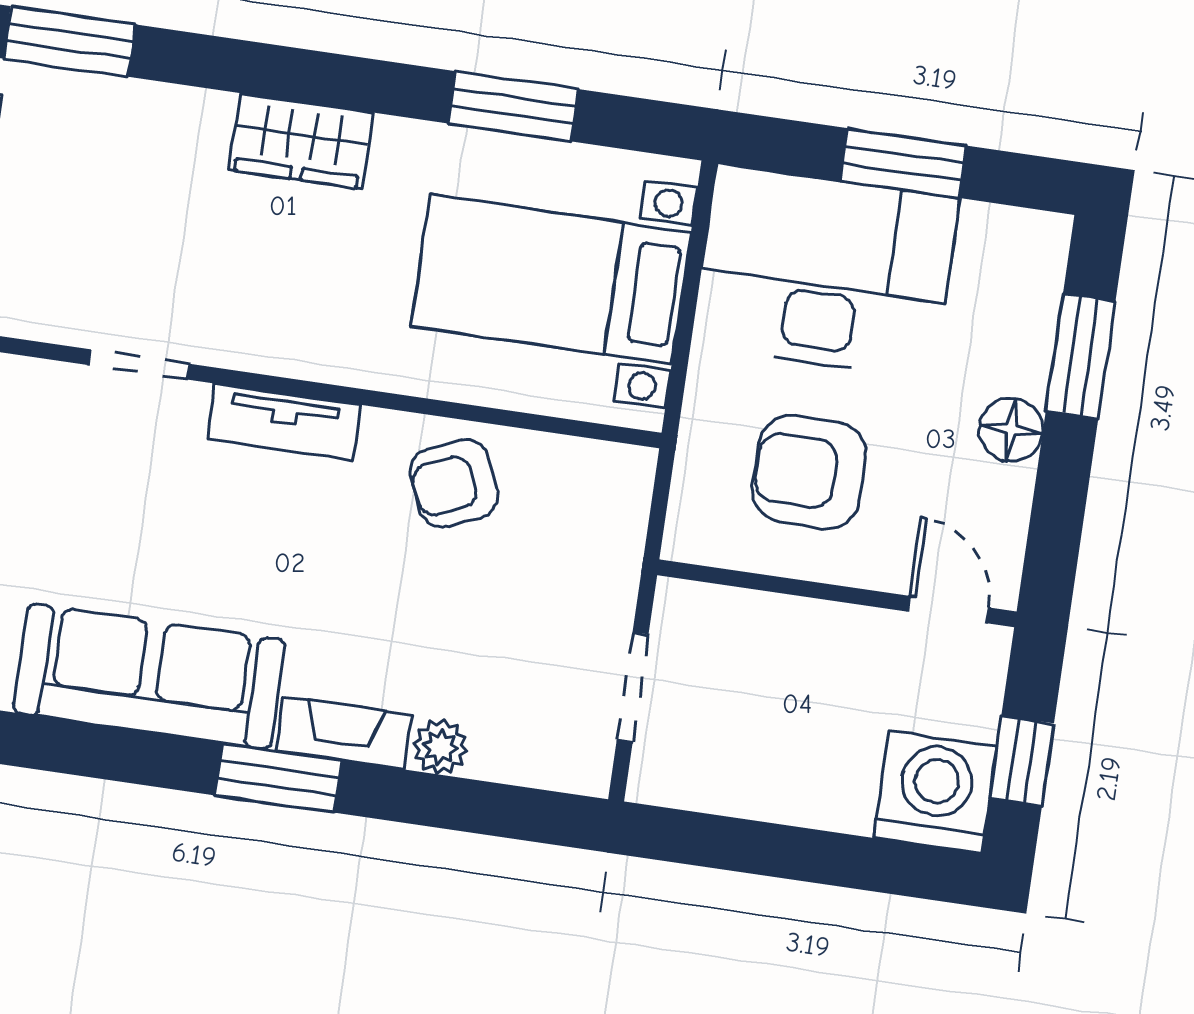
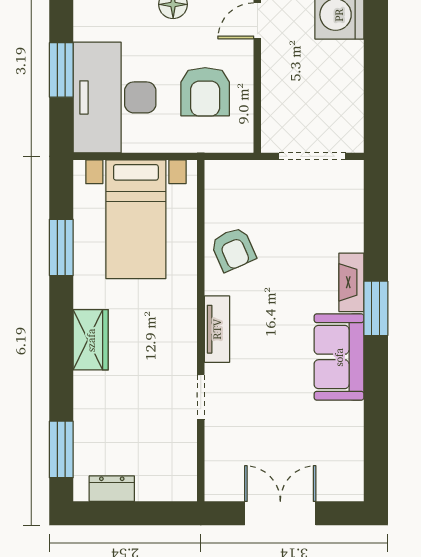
sofa: (149, 676) -> (339, 357), width x0.73
doorway: (633, 687) -> (312, 156), width x1.38
plant: (440, 747) -> (352, 238), removed

